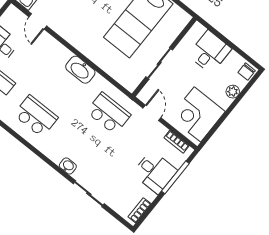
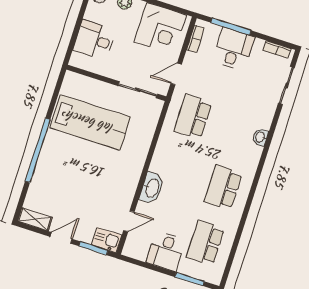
sliding door: (159, 63) -> (138, 90), moved
washbasin: (80, 70) -> (152, 188), moved
sliding door: (89, 194) -> (286, 86), moved

